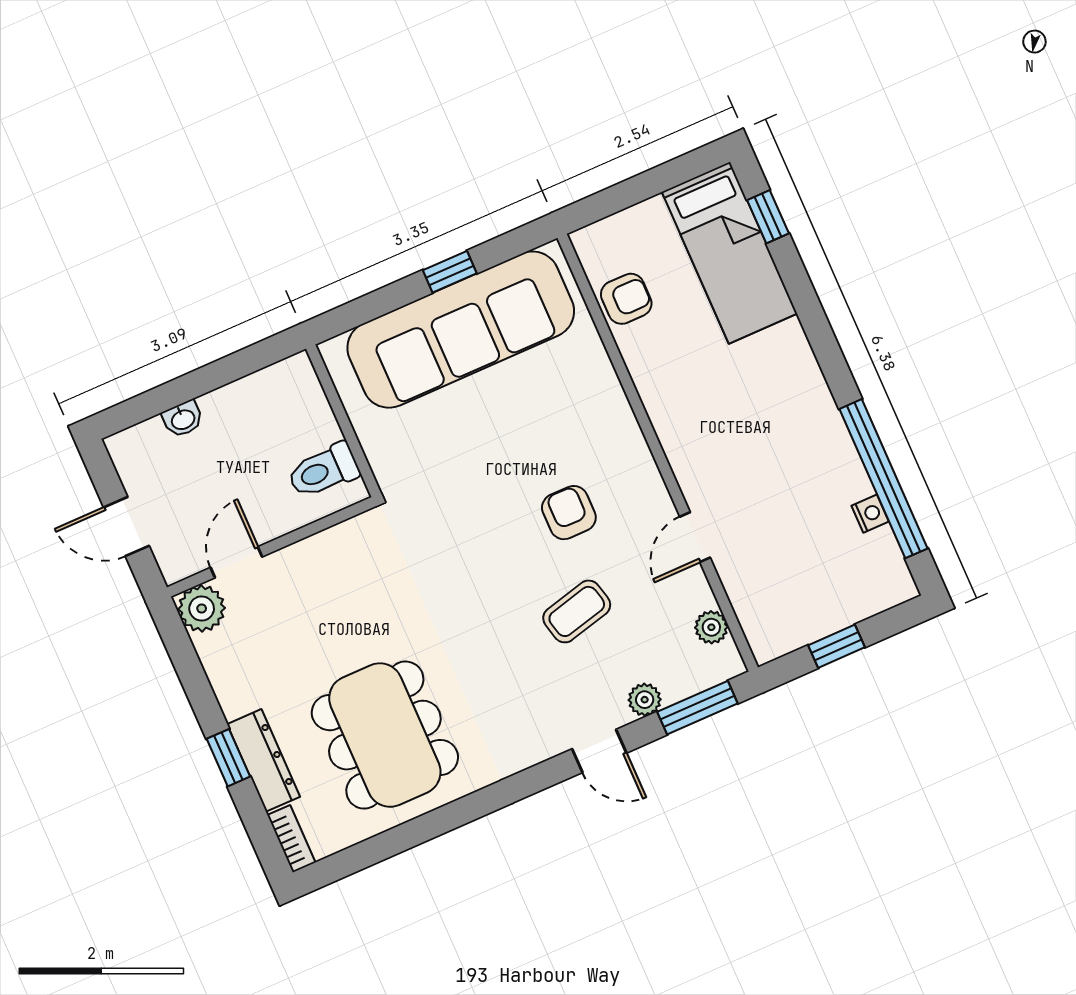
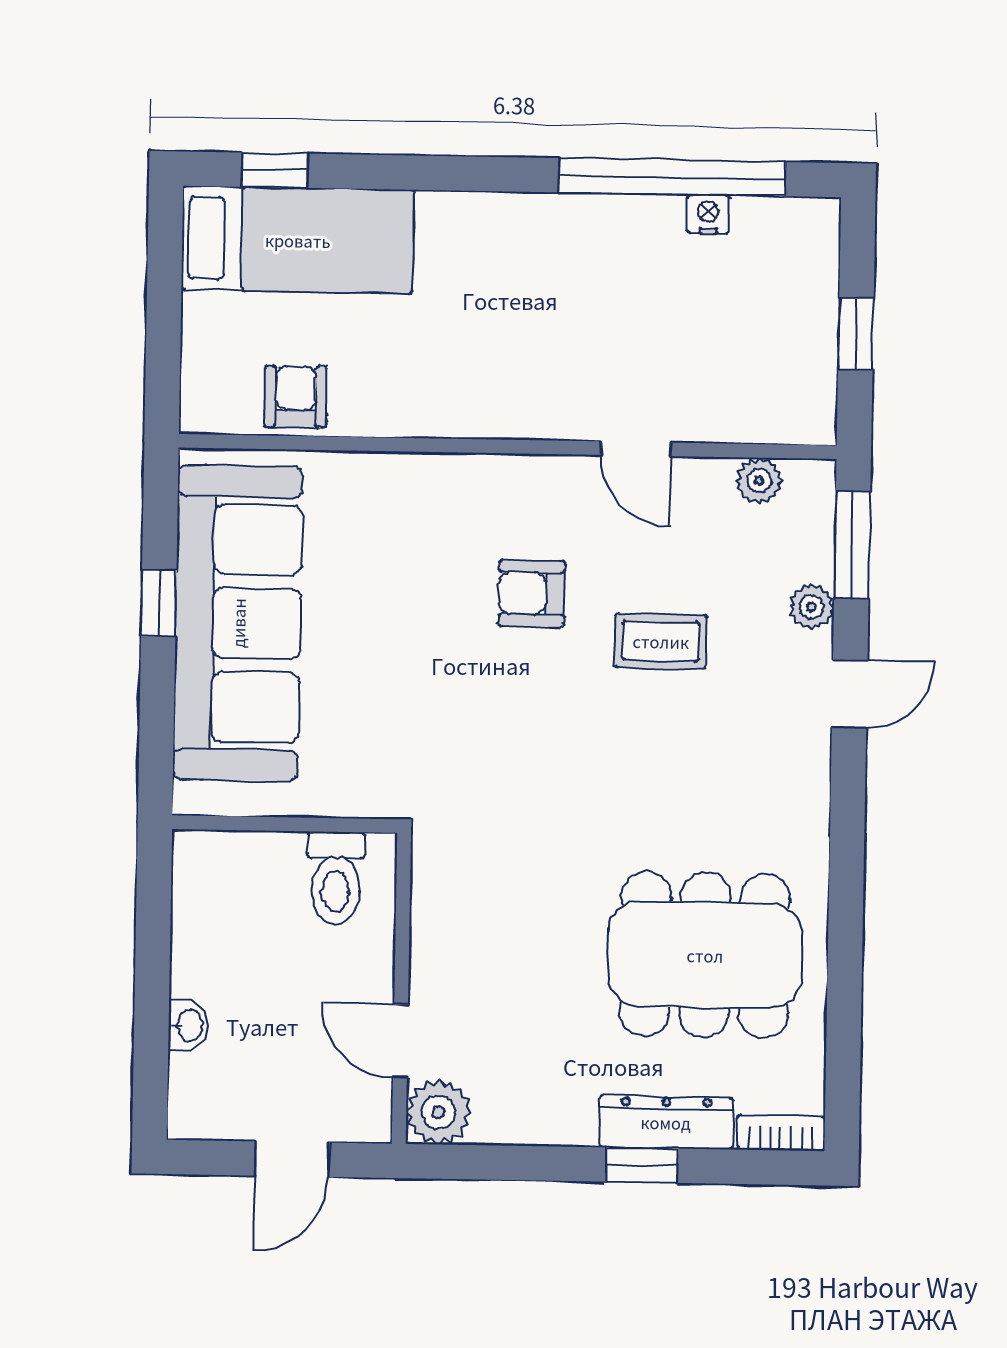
coffee table: (577, 611) -> (661, 641), turned -76

